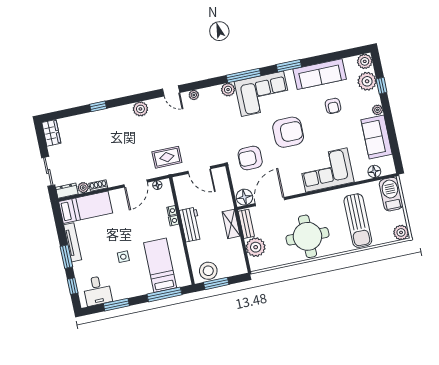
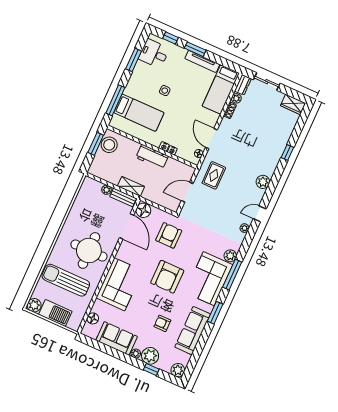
plant: (367, 81) -> (150, 356), moved
barbecue: (391, 194) -> (55, 313), moved
round table: (307, 236) -> (89, 251), moved
plant: (256, 247) -> (106, 190), width x0.53, depth x0.53

